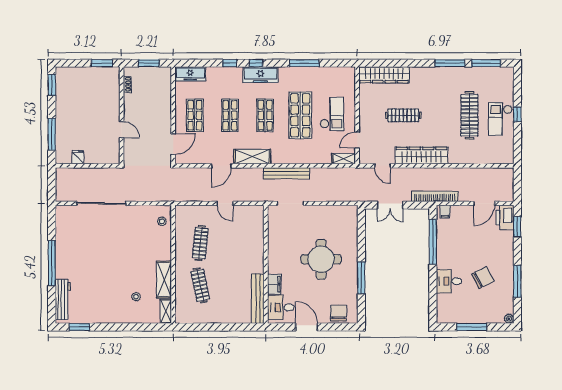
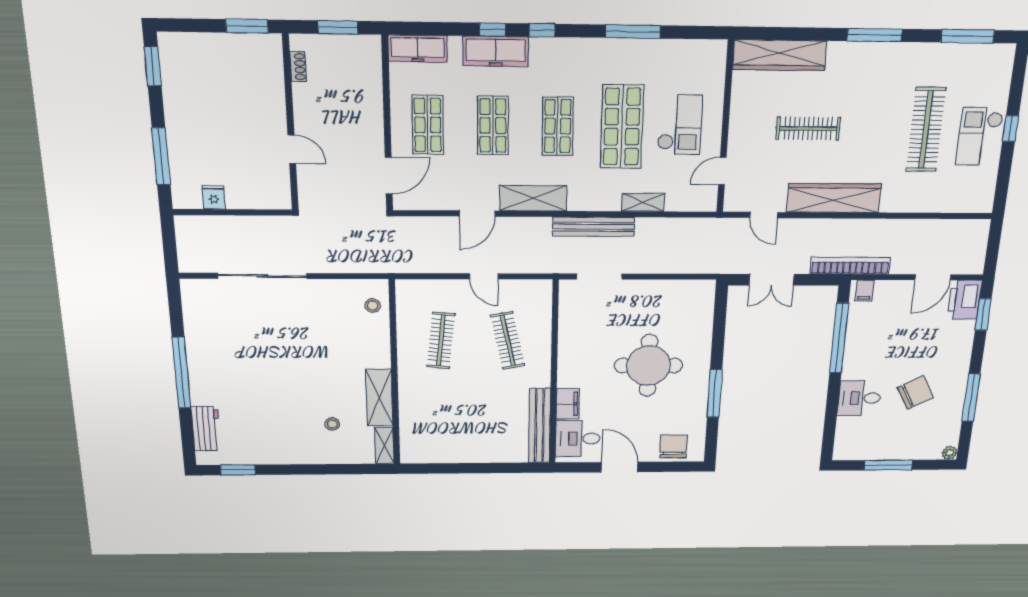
window: (450, 63) -> (875, 35), moved
freezer: (260, 75) -> (496, 51), moved
shelving: (344, 159) -> (643, 202), moved
clothes rail: (200, 285) -> (508, 340), moved
workbench: (63, 299) -> (206, 429), width x0.73

